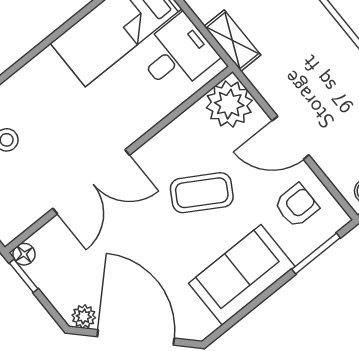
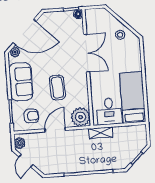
double door: (91, 182) -> (87, 53), swing flipped
coffee table: (202, 193) -> (57, 87), turned -34
armchair: (297, 206) -> (31, 116), turned -90
plant: (84, 316) -> (15, 52), moved

